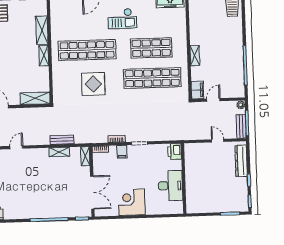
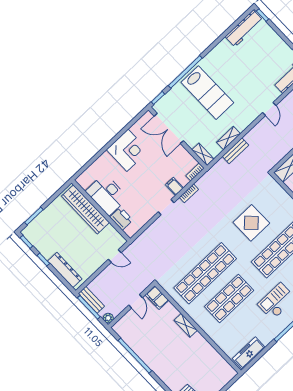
door: (218, 141) -> (115, 256), moved
printer: (175, 152) -> (121, 219), moved
wardrobe: (193, 188) -> (85, 209), added
lab bench: (47, 194) -> (207, 93), added

